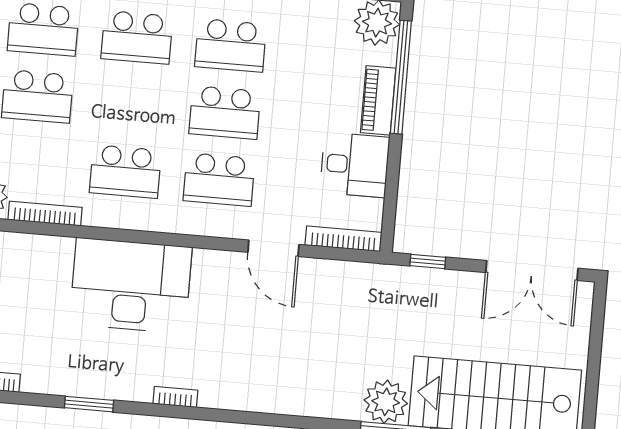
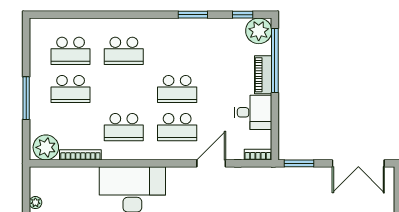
school desk: (231, 45) -> (177, 51), removed
bookcase: (343, 239) -> (258, 155), width x0.64
door: (273, 248) -> (211, 163), swing flipped
window: (428, 261) -> (299, 163), width x1.50

